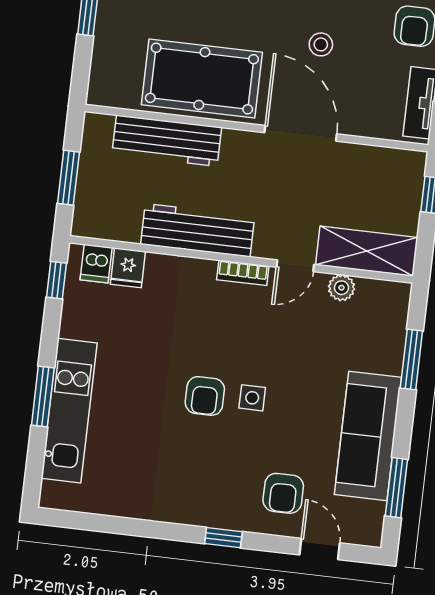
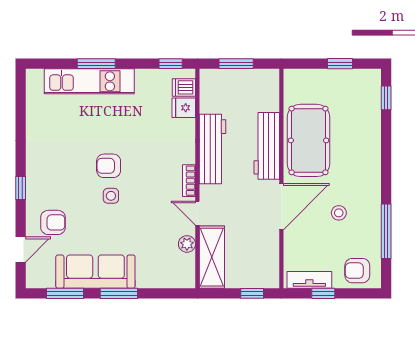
workbench: (167, 141) -> (267, 146), moved
window: (411, 359) -> (119, 293), moved
armchair: (283, 493) -> (53, 222), turned 180

